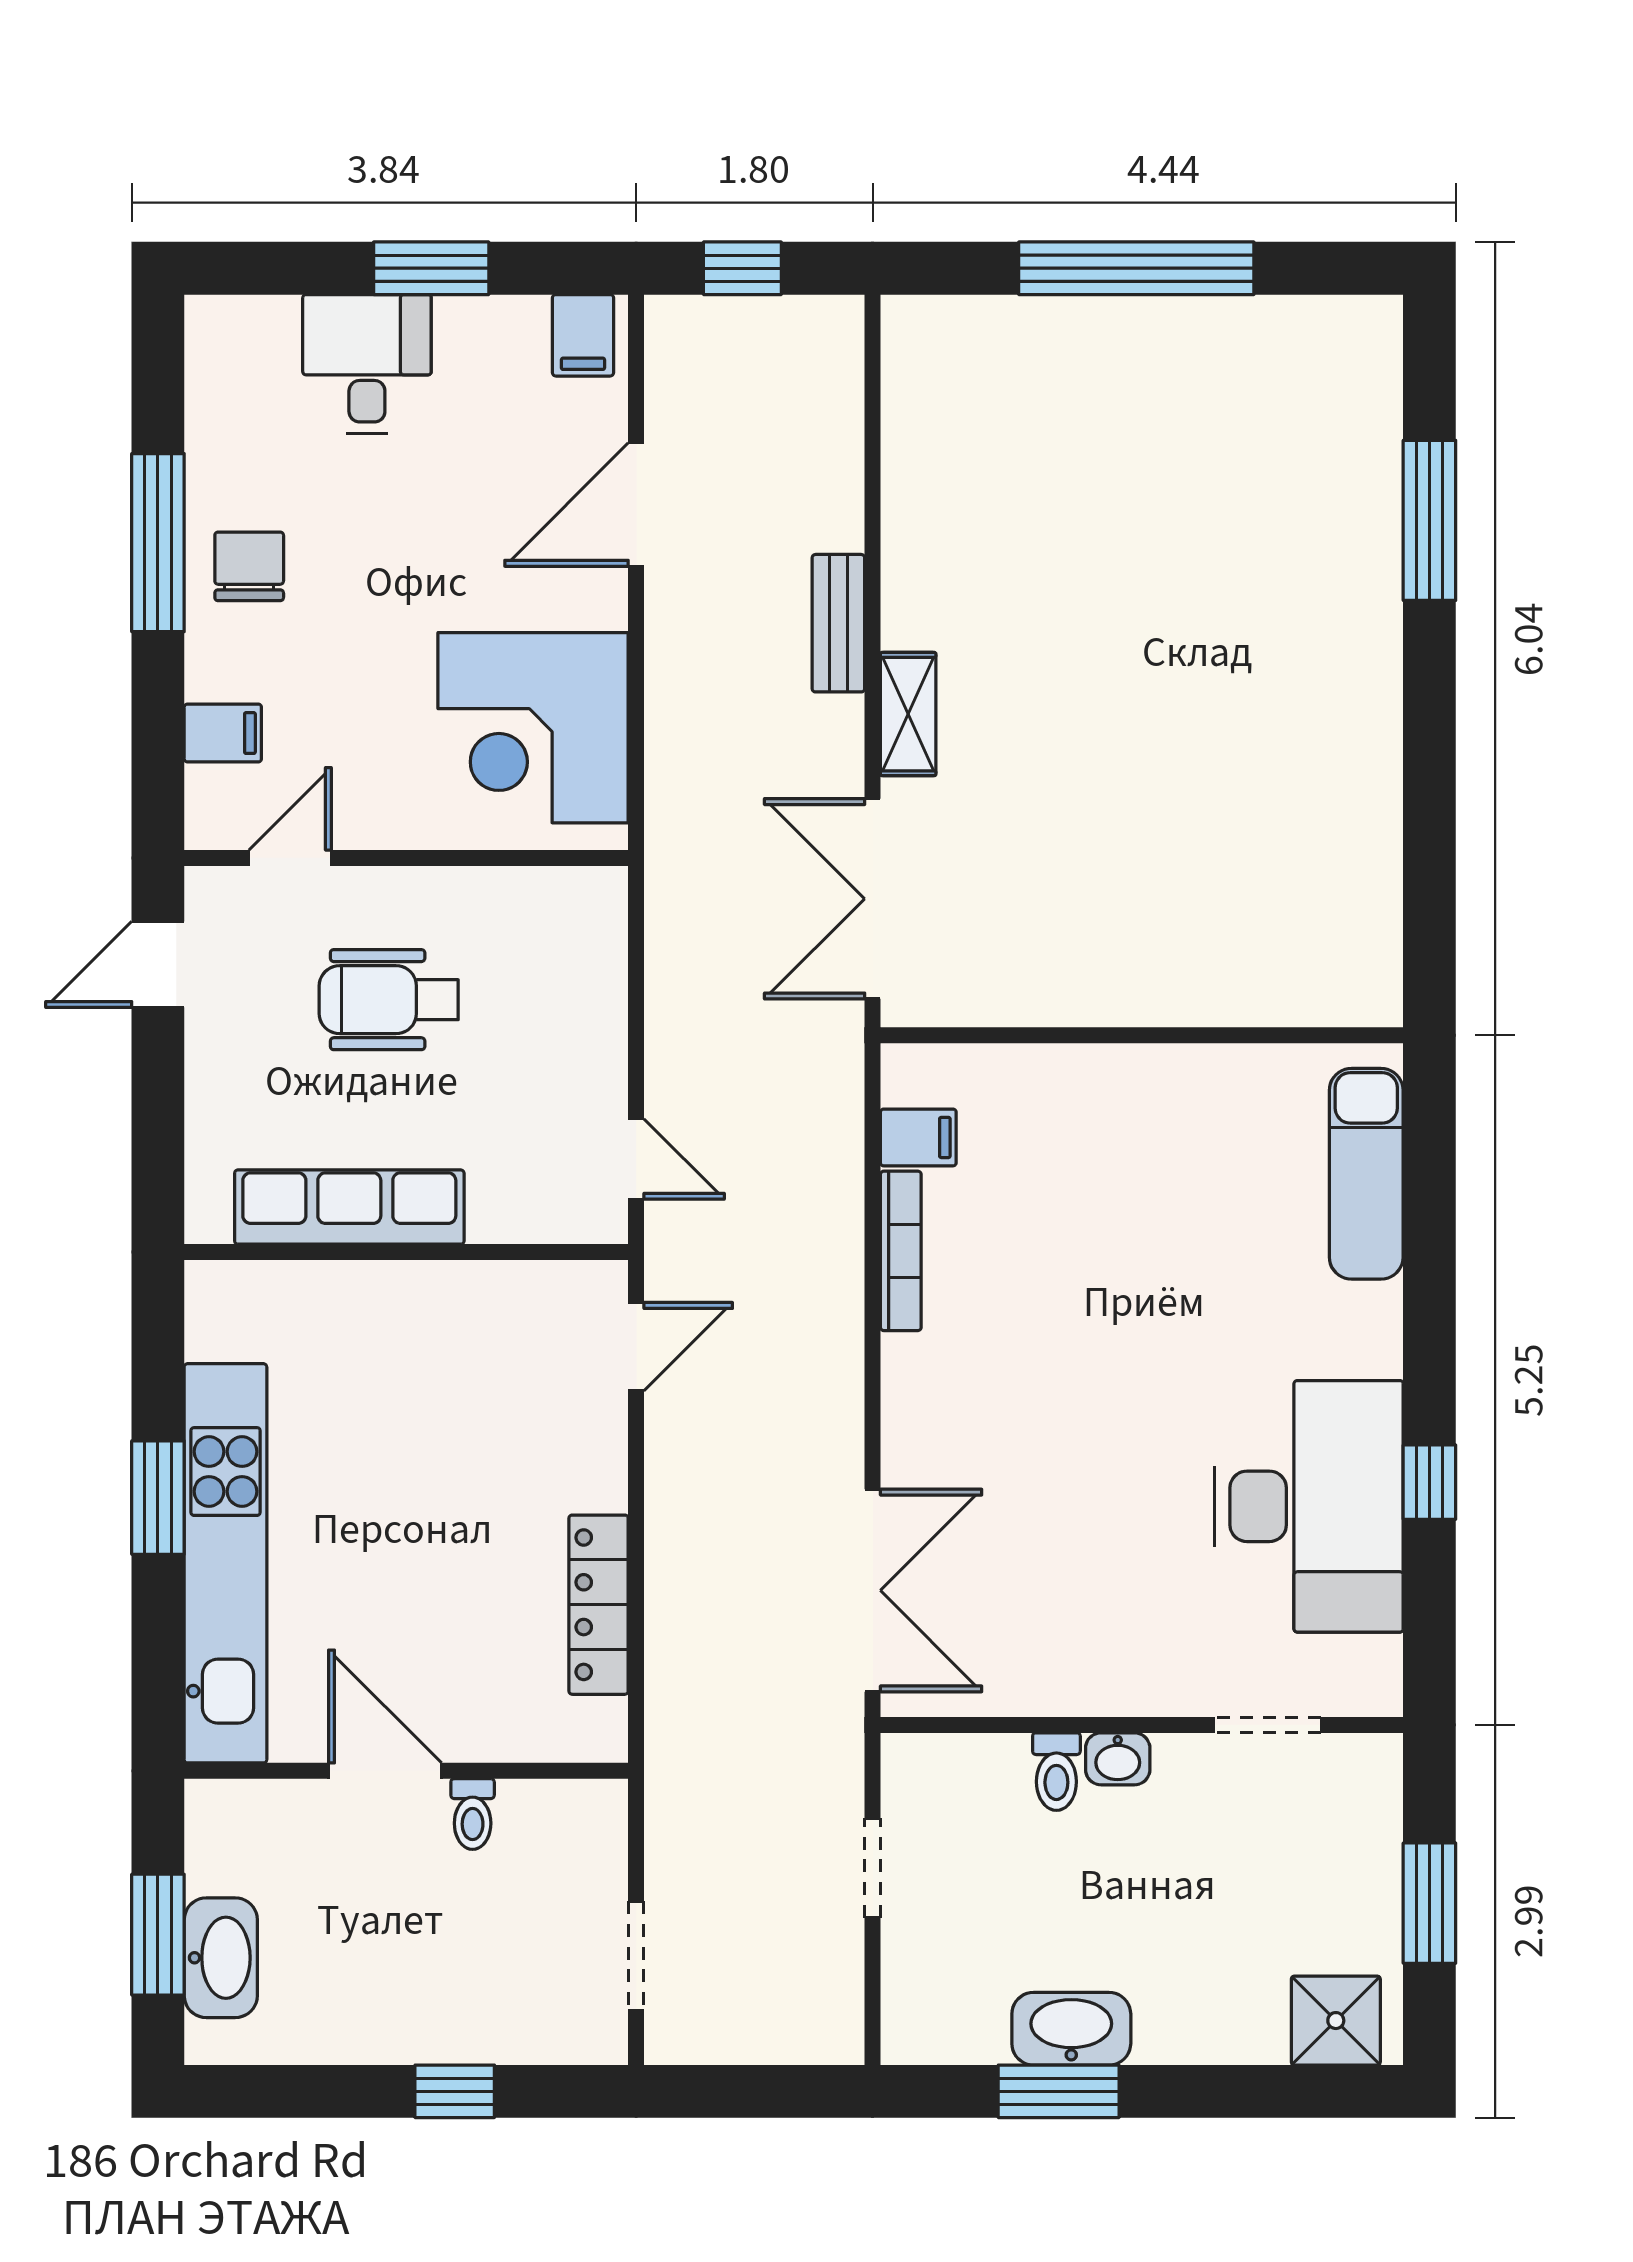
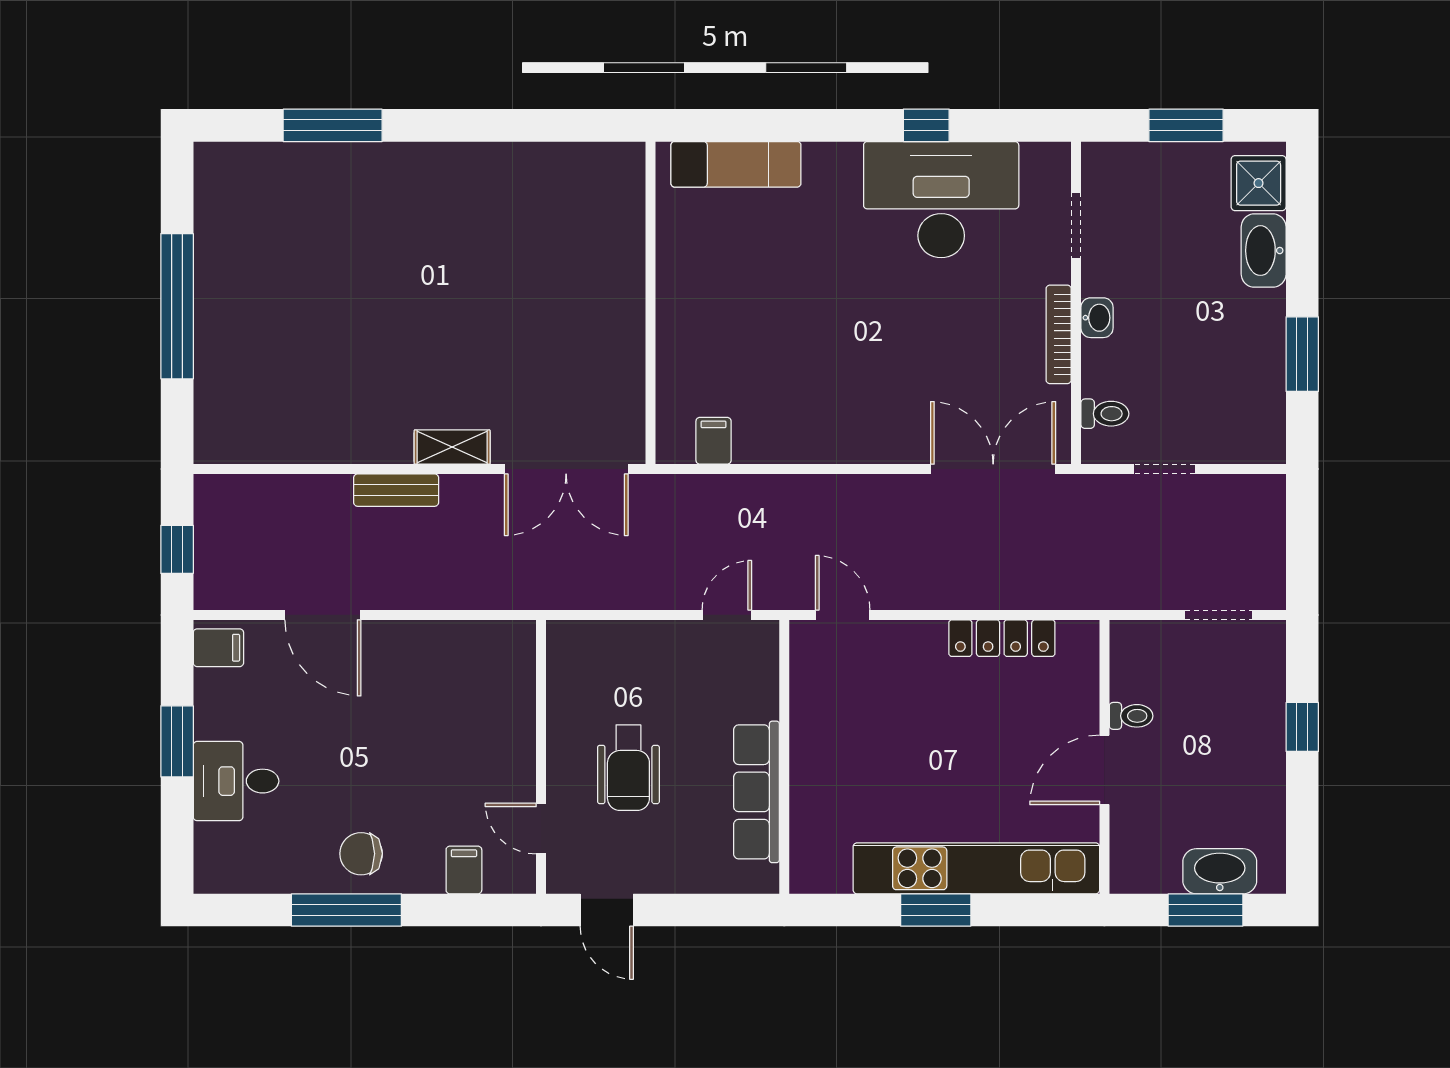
corner desk: (533, 728) -> (461, 679), removed
bookcase: (901, 1251) -> (1059, 334), moved, turned -90
toilet: (1056, 1772) -> (1105, 414), moved
washbasin: (1071, 2029) -> (1264, 251), moved

